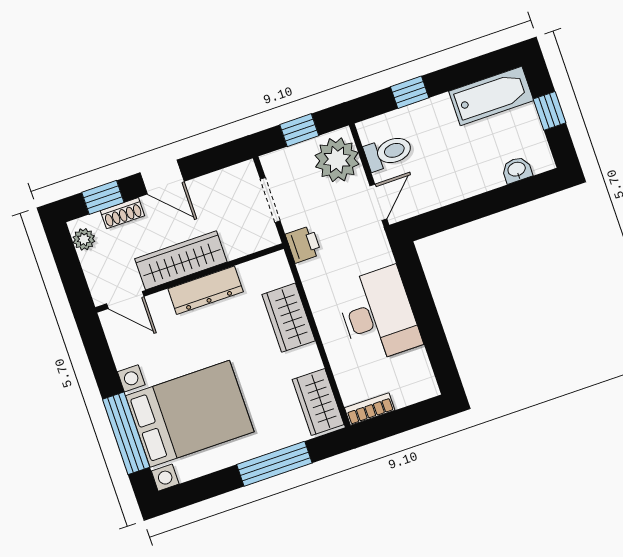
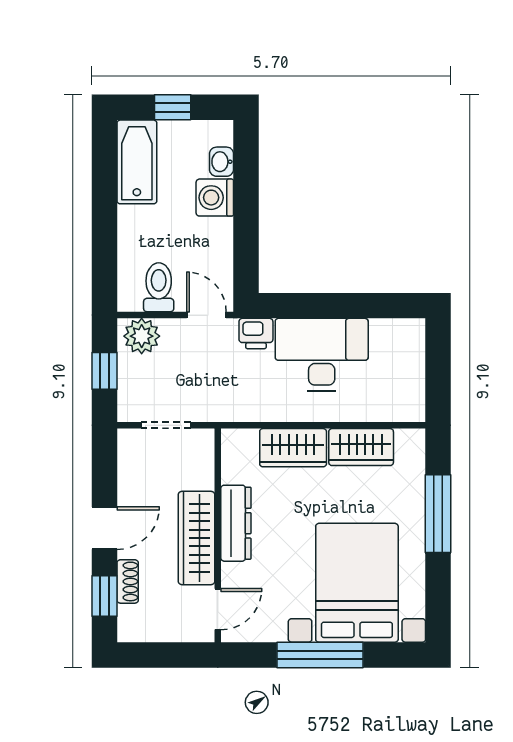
window: (410, 92) -> (104, 244), removed
plant: (337, 160) -> (142, 336), width x0.73, depth x0.73
washing machine: (483, 175) -> (215, 198), added
plant: (84, 239) -> (141, 630), removed
printer: (303, 244) -> (256, 334), moved, turned 180
wardrobe: (318, 402) -> (361, 447), moved
bookcase: (370, 409) -> (415, 397), removed
window: (126, 433) -> (320, 655), moved

